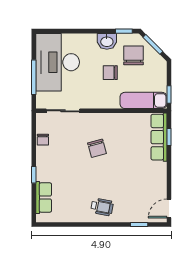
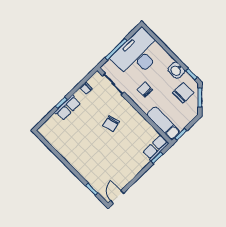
chair: (110, 73) -> (145, 90), moved
row of seats: (159, 137) -> (156, 148), width x0.68
row of seats: (44, 197) -> (68, 108), moved
wheelchair: (102, 207) -> (81, 159), removed
door: (169, 208) -> (117, 197), hinge flipped

